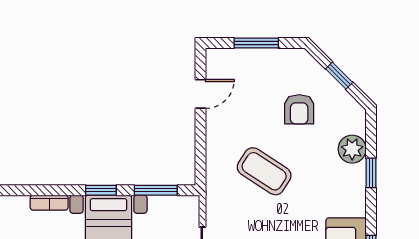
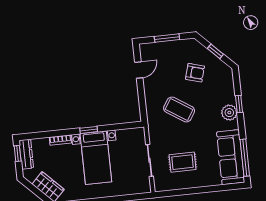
armchair: (299, 109) -> (195, 73), turned -74
plant: (352, 149) -> (229, 113), moved
window: (156, 190) -> (119, 127), removed

